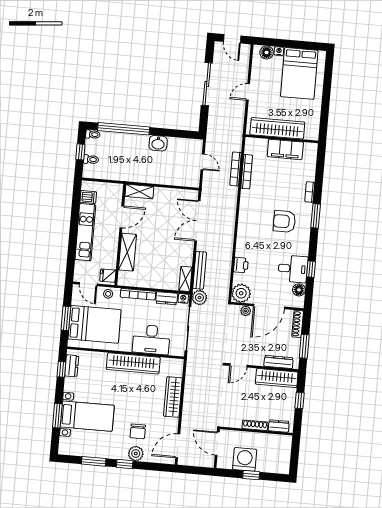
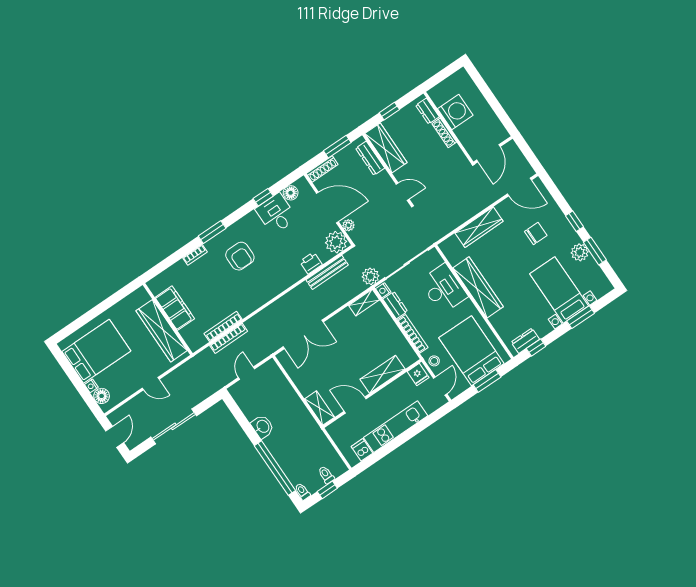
bench: (200, 270) -> (327, 272), moved
plant: (136, 454) -> (580, 252), moved
washing machine: (245, 459) -> (455, 112), moved, turned 180
window: (251, 475) -> (492, 100), removed

